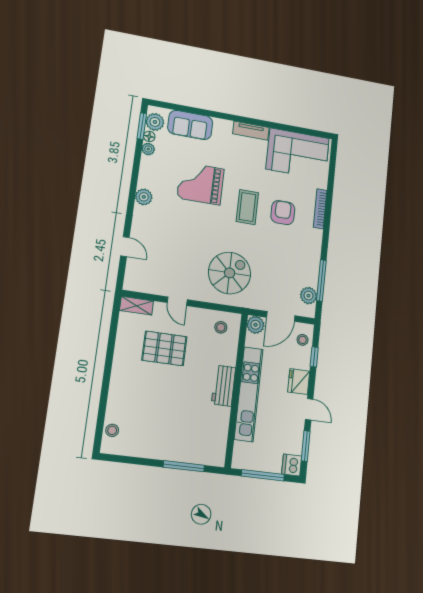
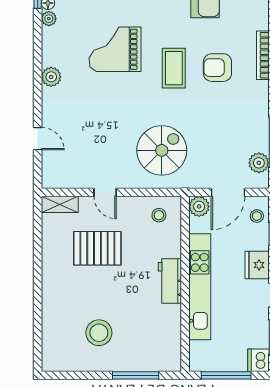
armchair: (283, 213) -> (217, 68), turned -90
stool: (112, 430) -> (99, 333), moved, width x1.89, depth x1.89

